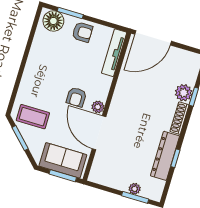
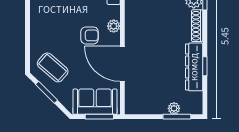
armchair: (76, 97) -> (90, 35), turned -90
plant: (98, 107) -> (114, 26), moved
coffee table: (33, 117) -> (53, 67), turned 41

